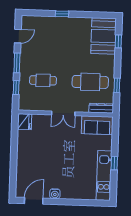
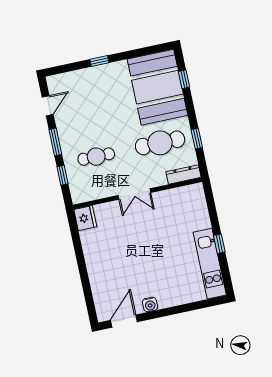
booth: (104, 36) -> (157, 87), width x1.36, depth x1.42
sofa: (97, 125) -> (184, 199), removed

